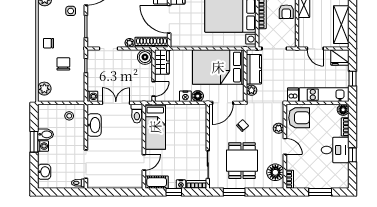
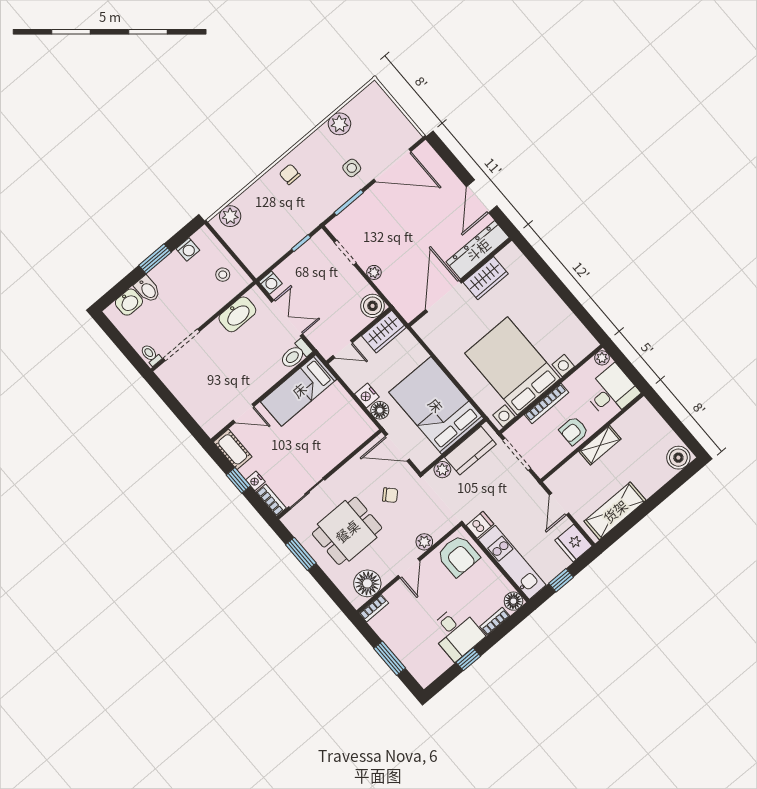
shoe rack: (152, 42) -> (397, 298), removed
chair: (63, 64) -> (280, 214), removed
bidet: (46, 134) -> (147, 289), moved
washing machine: (43, 146) -> (188, 249), moved

